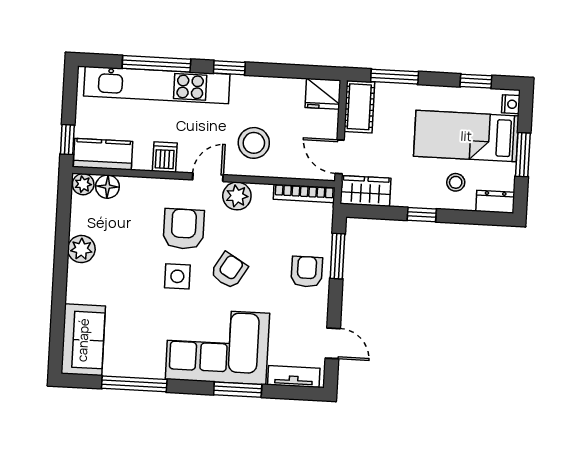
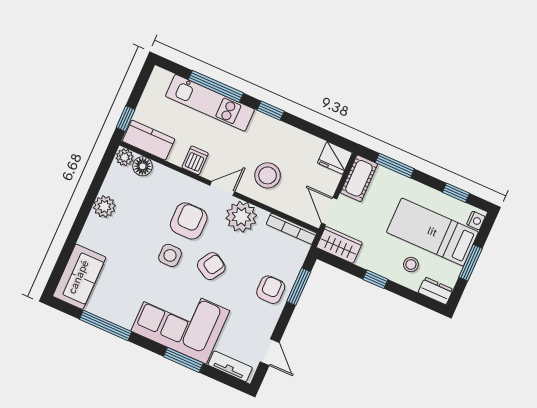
kitchen unit: (157, 85) -> (210, 103), width x0.73
plant: (237, 196) -> (241, 217), width x1.36, depth x1.36

